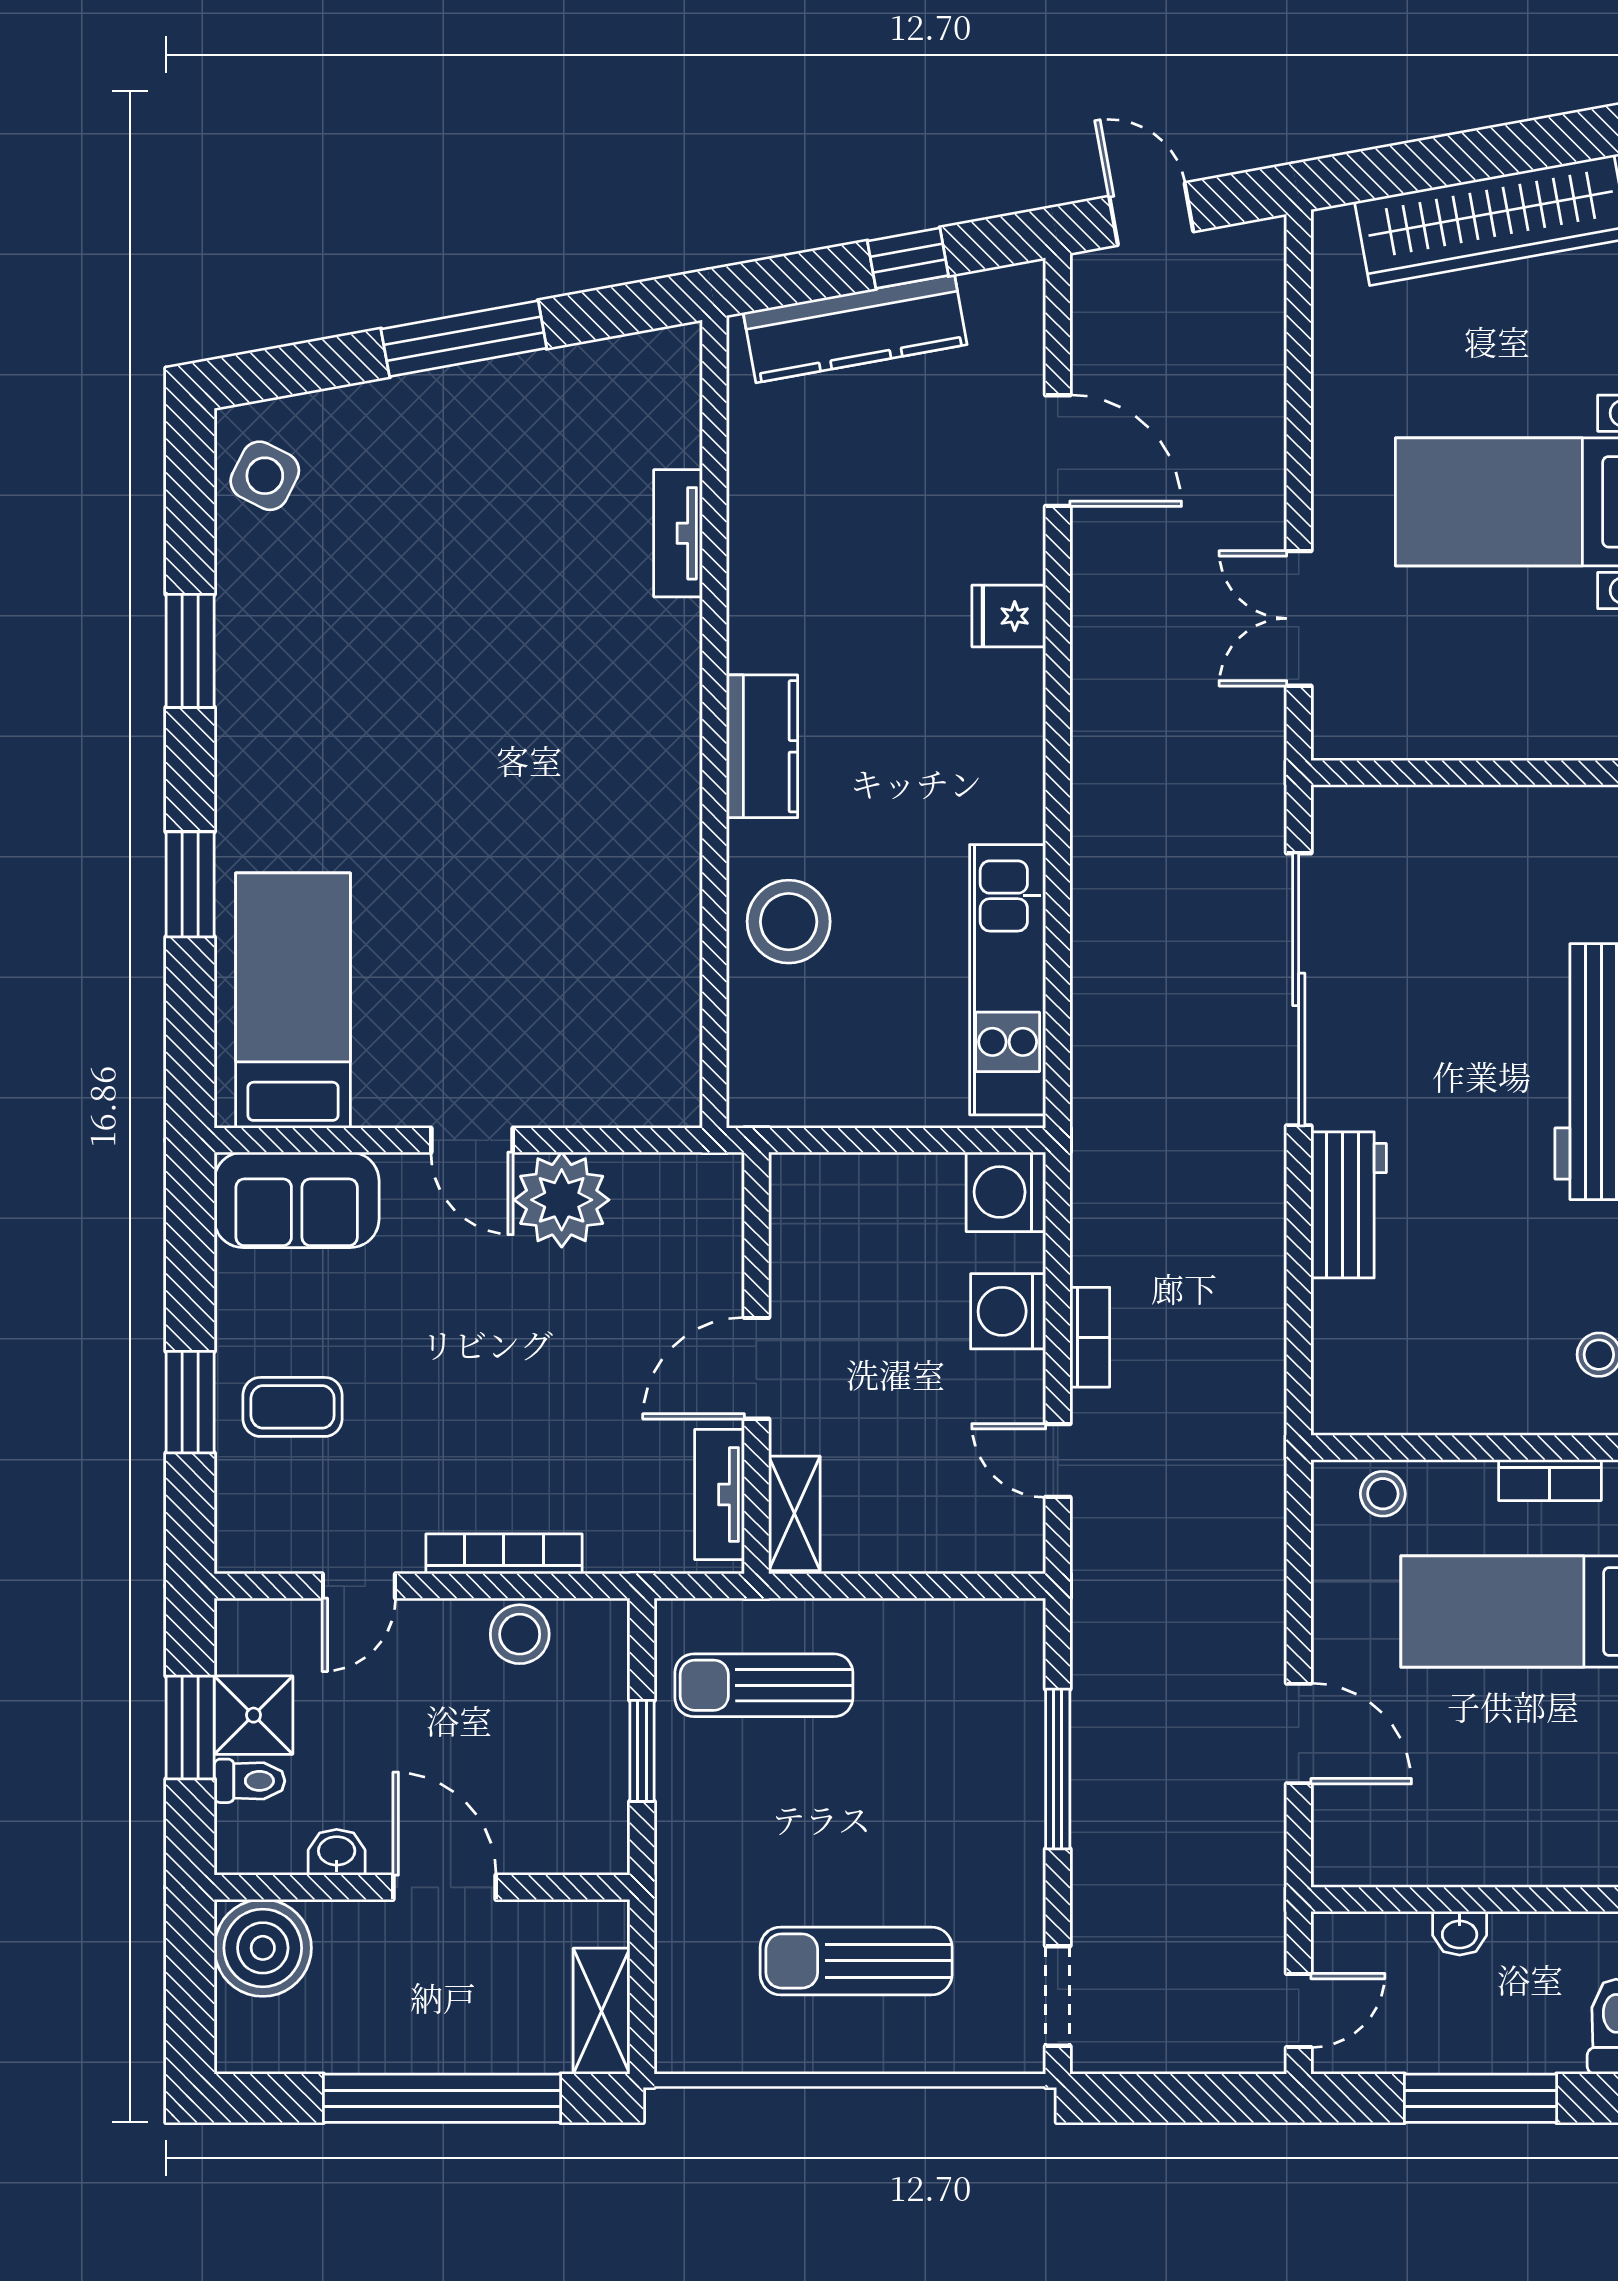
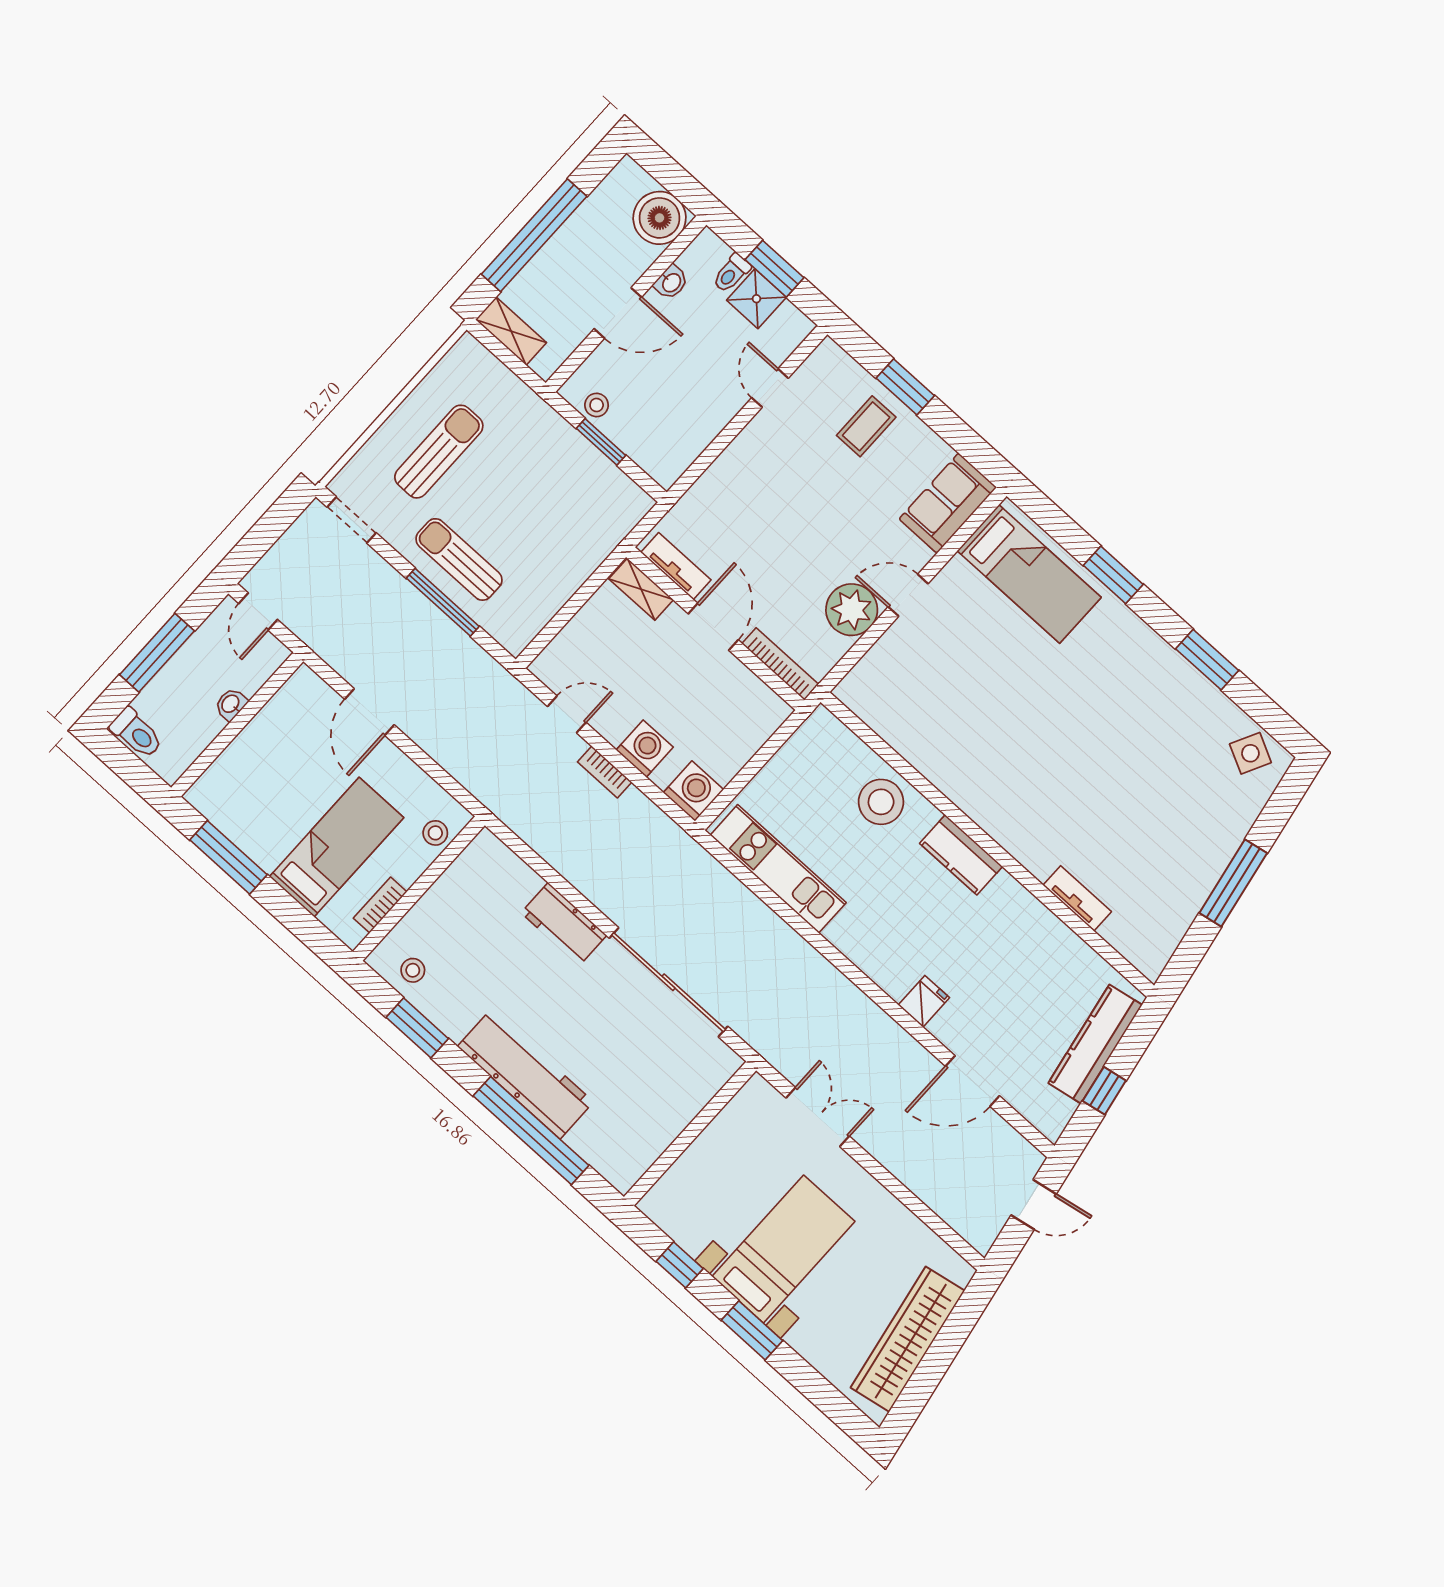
bookcase: (504, 1554) -> (780, 664), moved, turned -90
stool: (520, 1634) -> (597, 405), moved, width x0.73, depth x0.73
sun lounger: (764, 1685) -> (459, 559), moved, turned -90
door: (1299, 1734) -> (369, 712), hinge flipped

